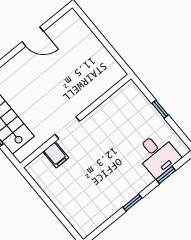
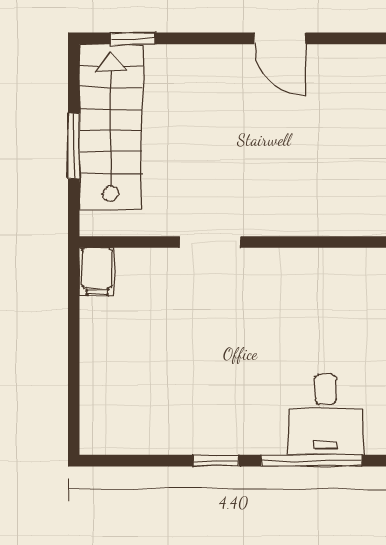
filing cabinet: (56, 155) -> (97, 271), moved
window: (166, 175) -> (311, 461), width x2.17

